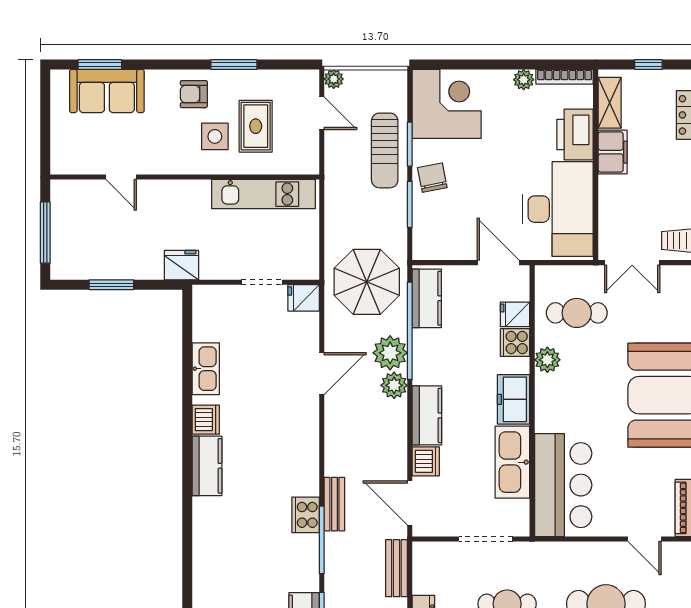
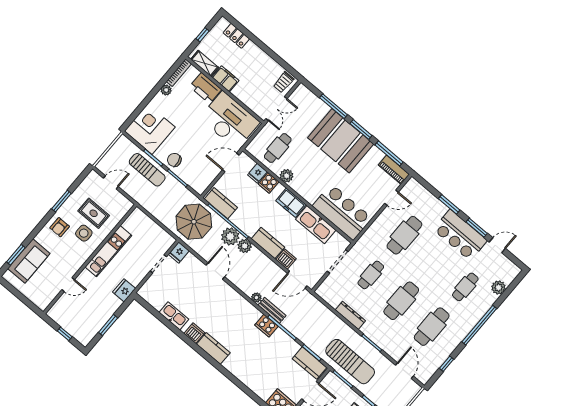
plant: (334, 79) -> (256, 298), moved
kitchen unit: (263, 194) -> (108, 251), moved
window: (45, 233) -> (65, 334), width x0.46
bench: (396, 568) -> (319, 307), removed

